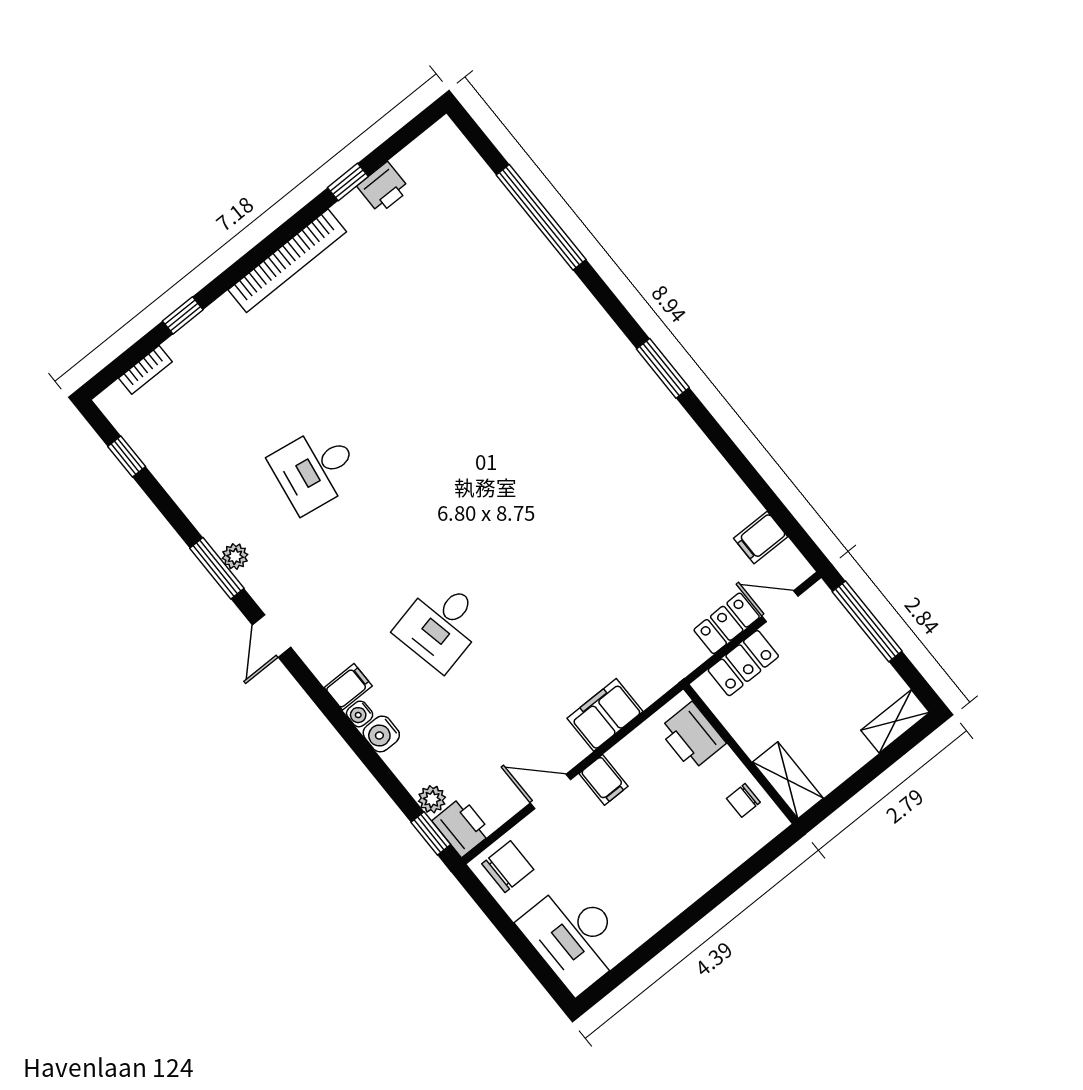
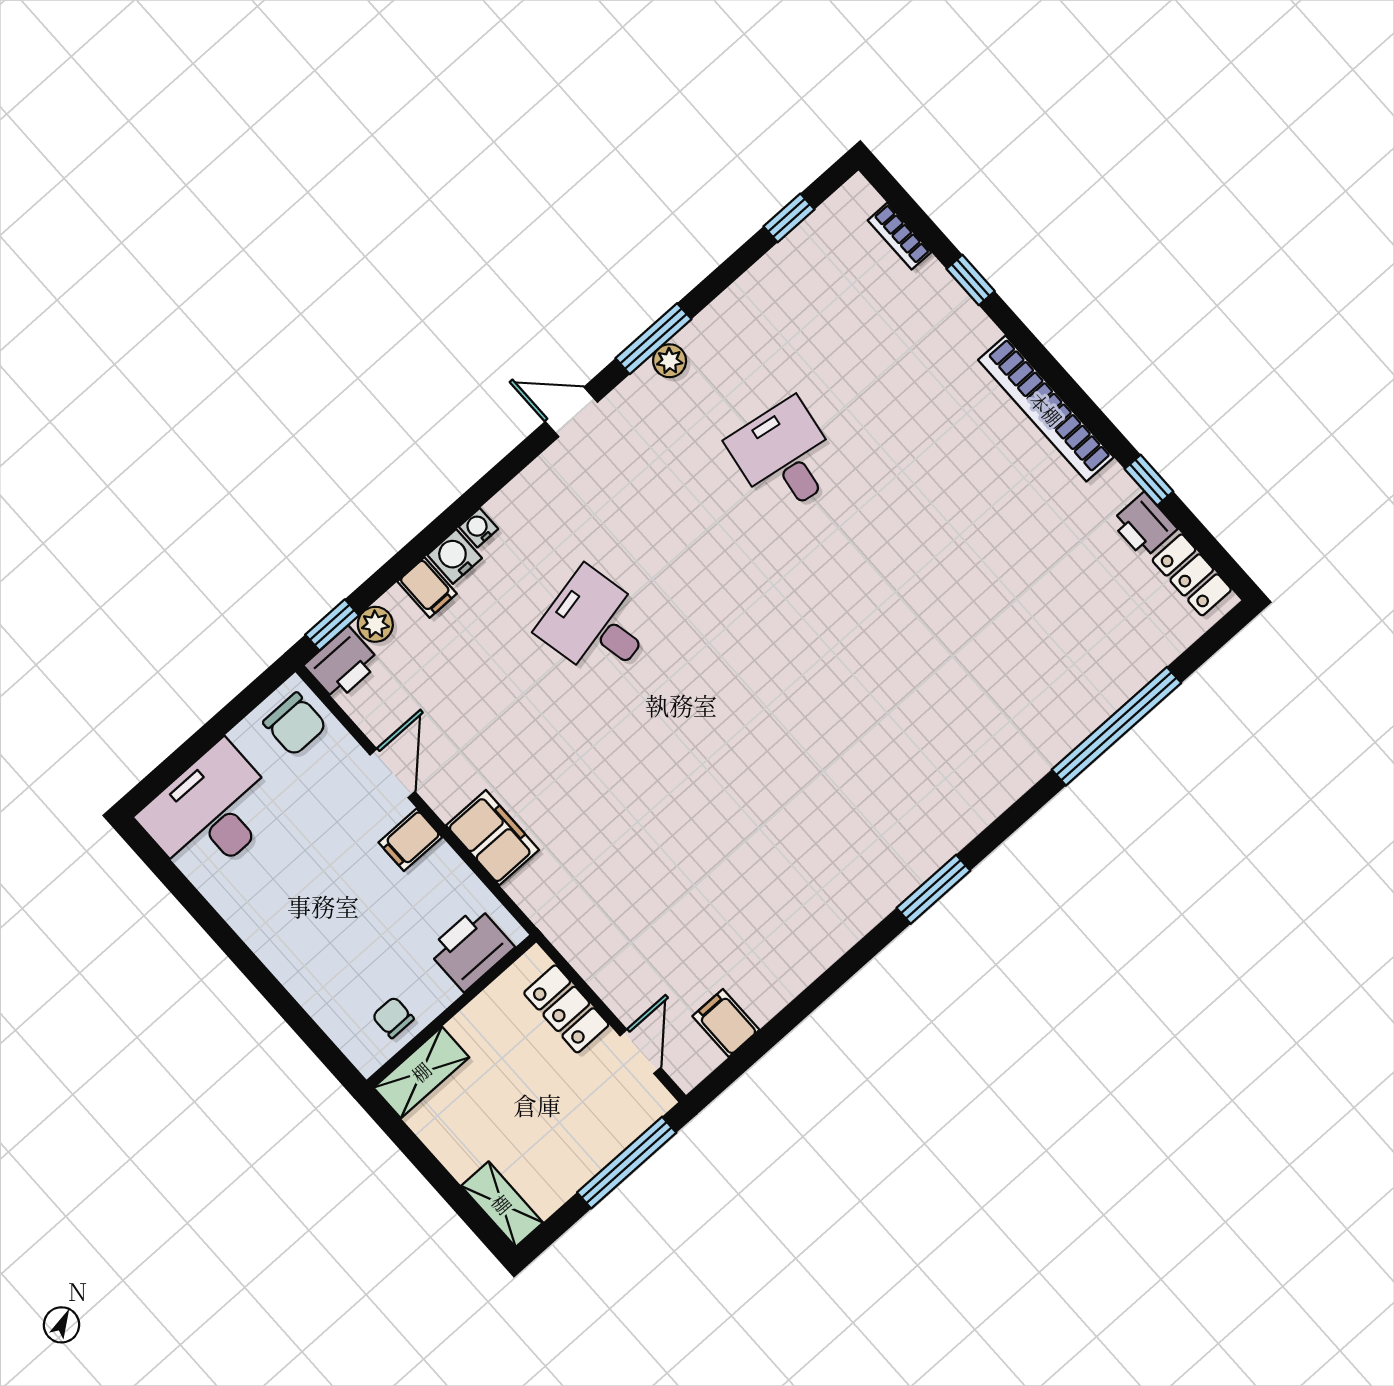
locker: (727, 623) -> (1192, 575), moved, turned 180
filing cabinet: (348, 687) -> (427, 588), moved

